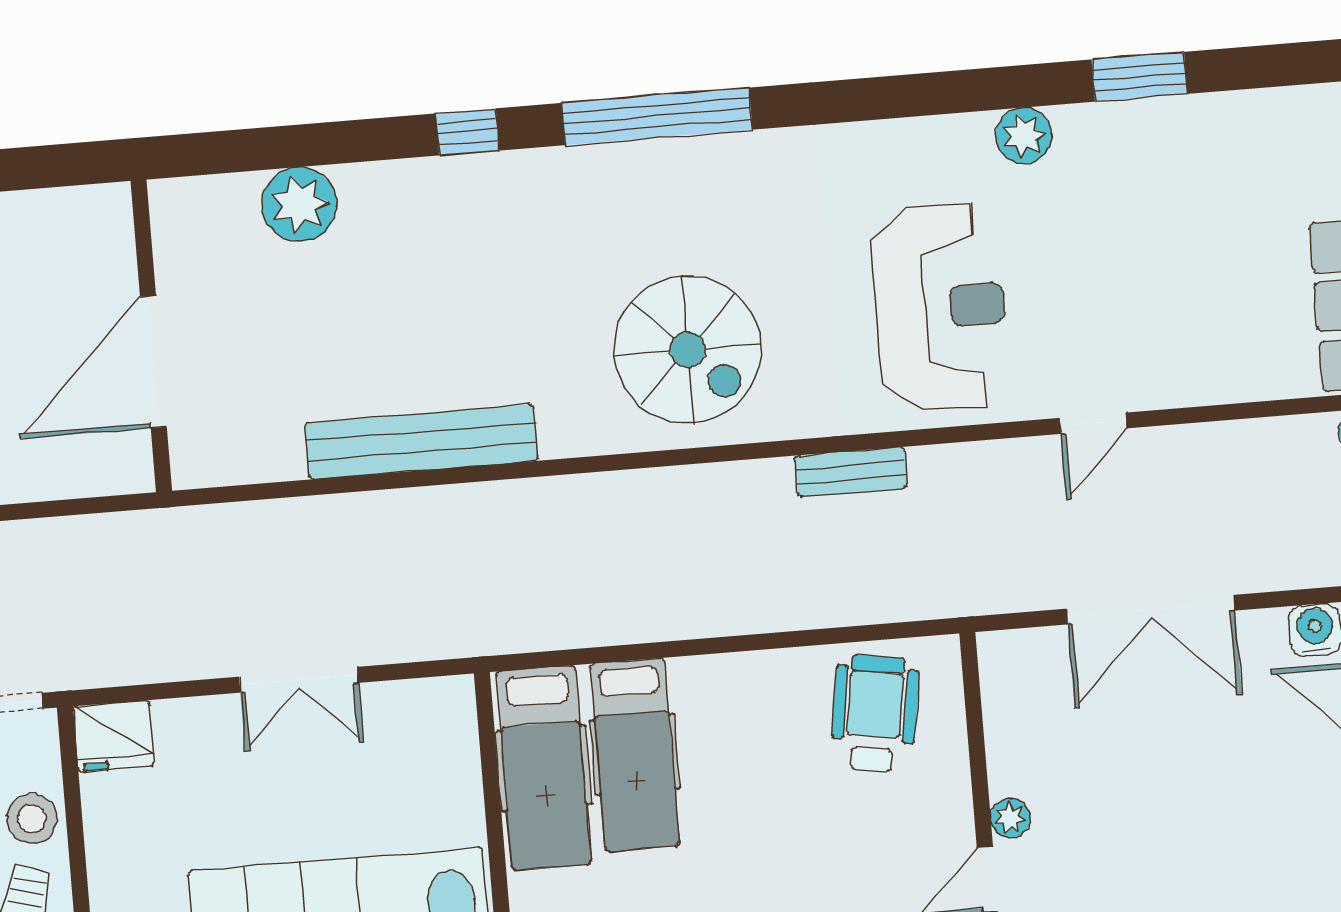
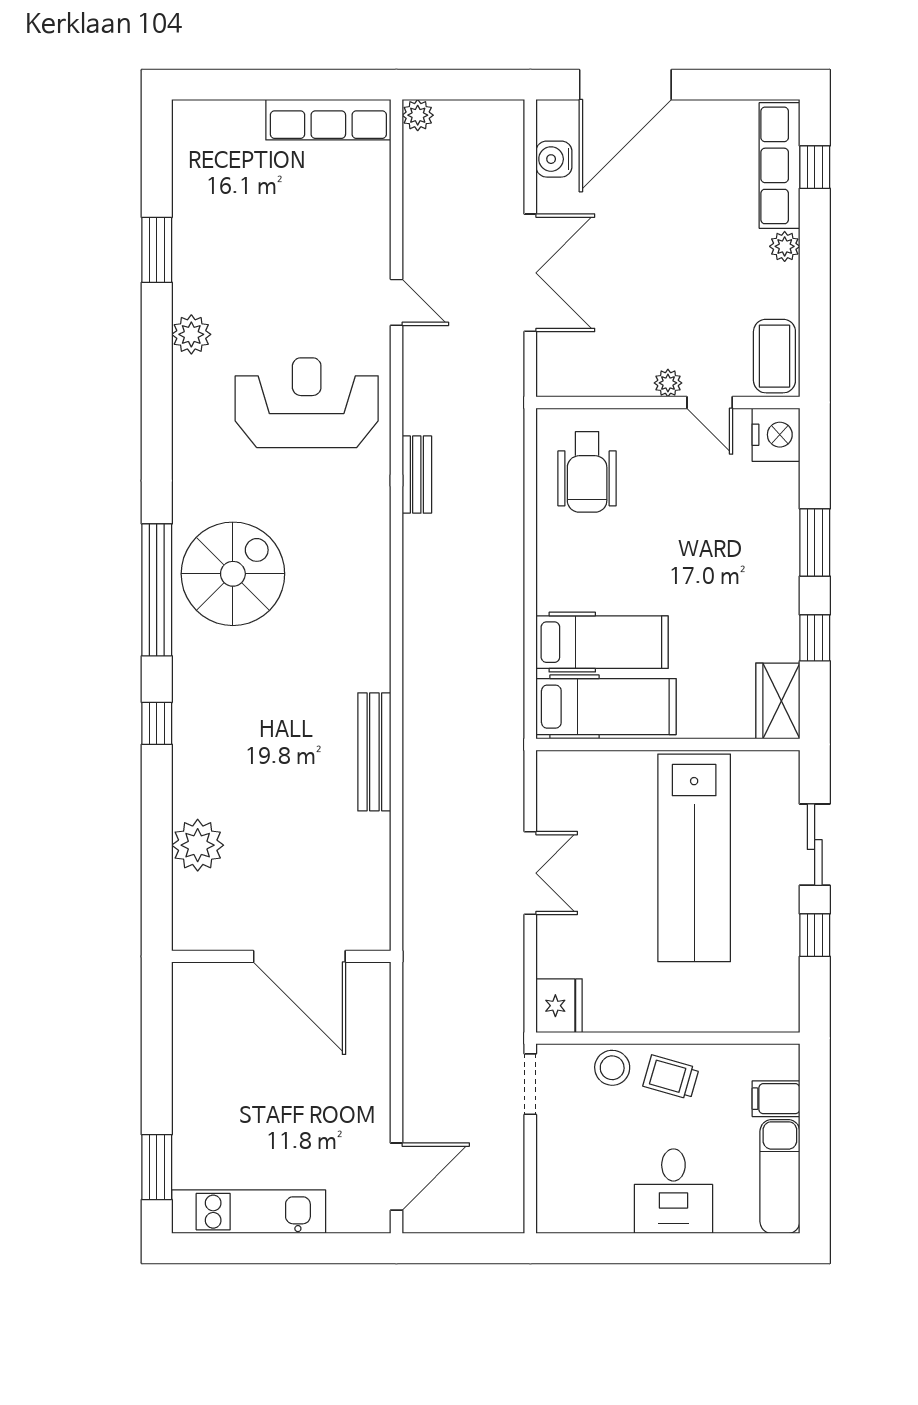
spiral stairs: (688, 350) -> (233, 574), moved
bench: (421, 442) -> (374, 752), width x0.73, depth x0.82
wheelchair: (875, 714) -> (587, 472), turned -99

